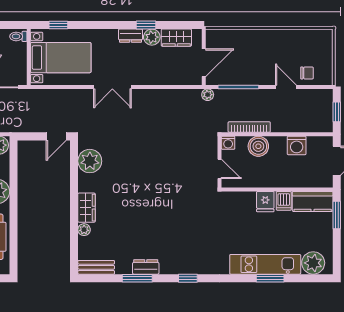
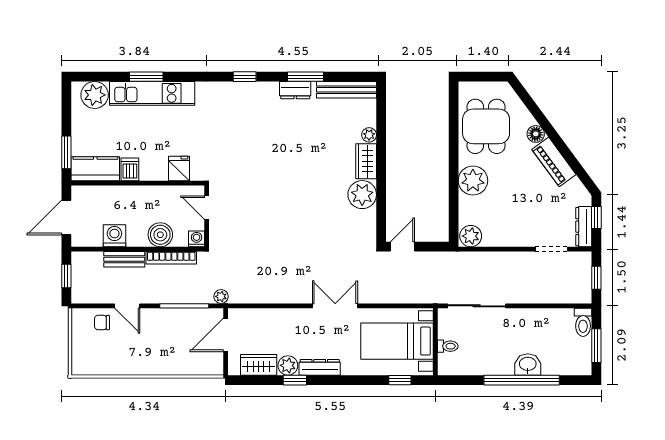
toilet: (18, 36) -> (448, 346), moved
dresser: (130, 36) -> (320, 367), width x1.44
bench: (288, 126) -> (124, 259), added
plant: (90, 161) -> (362, 195), moved
fridge: (265, 202) -> (179, 168), moved
bench: (96, 267) -> (347, 90), width x1.36

